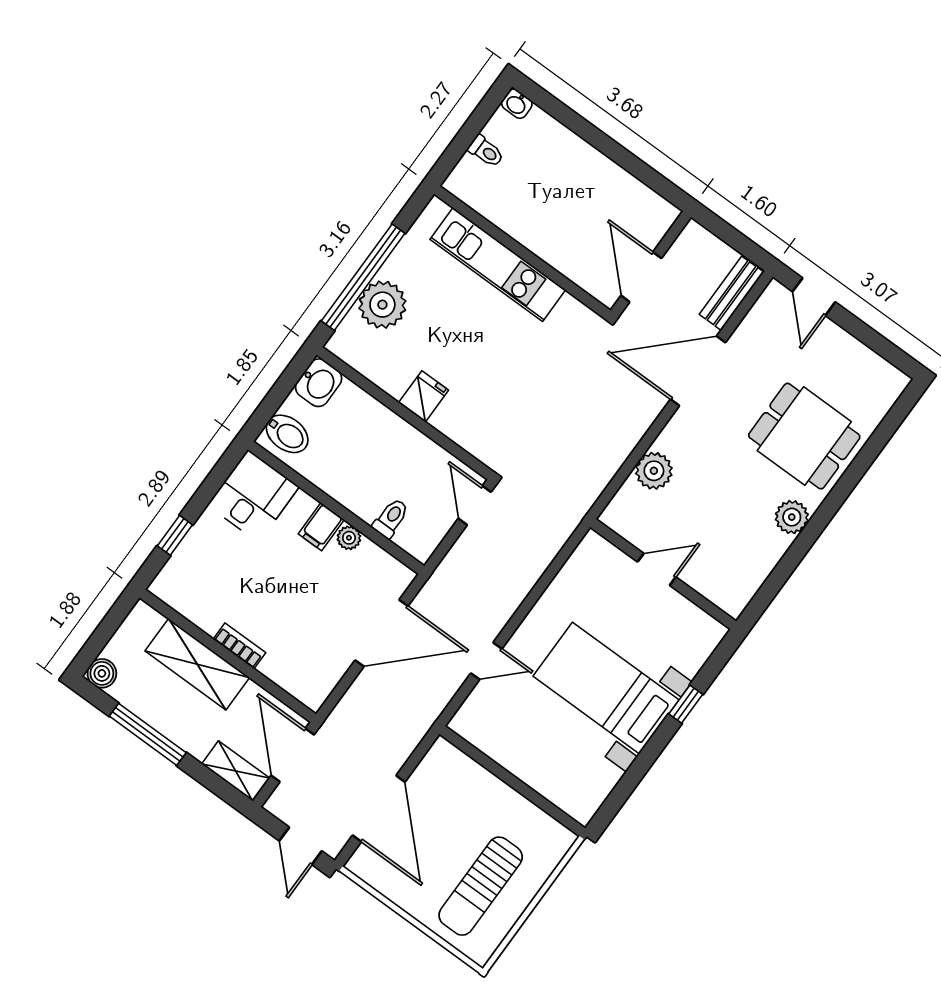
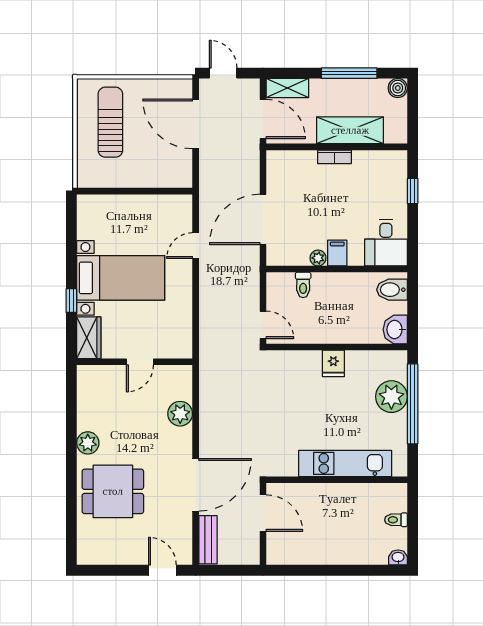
wardrobe: (698, 644) -> (89, 338), added

